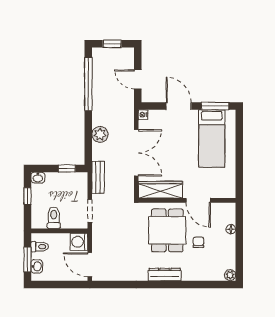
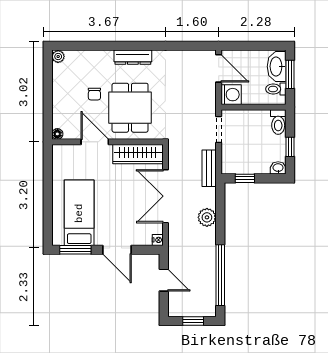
toilet: (54, 218) -> (278, 122), moved
floor lamp: (231, 229) -> (57, 134), moved
washbasin: (37, 266) -> (277, 66), width x1.91, depth x1.45

